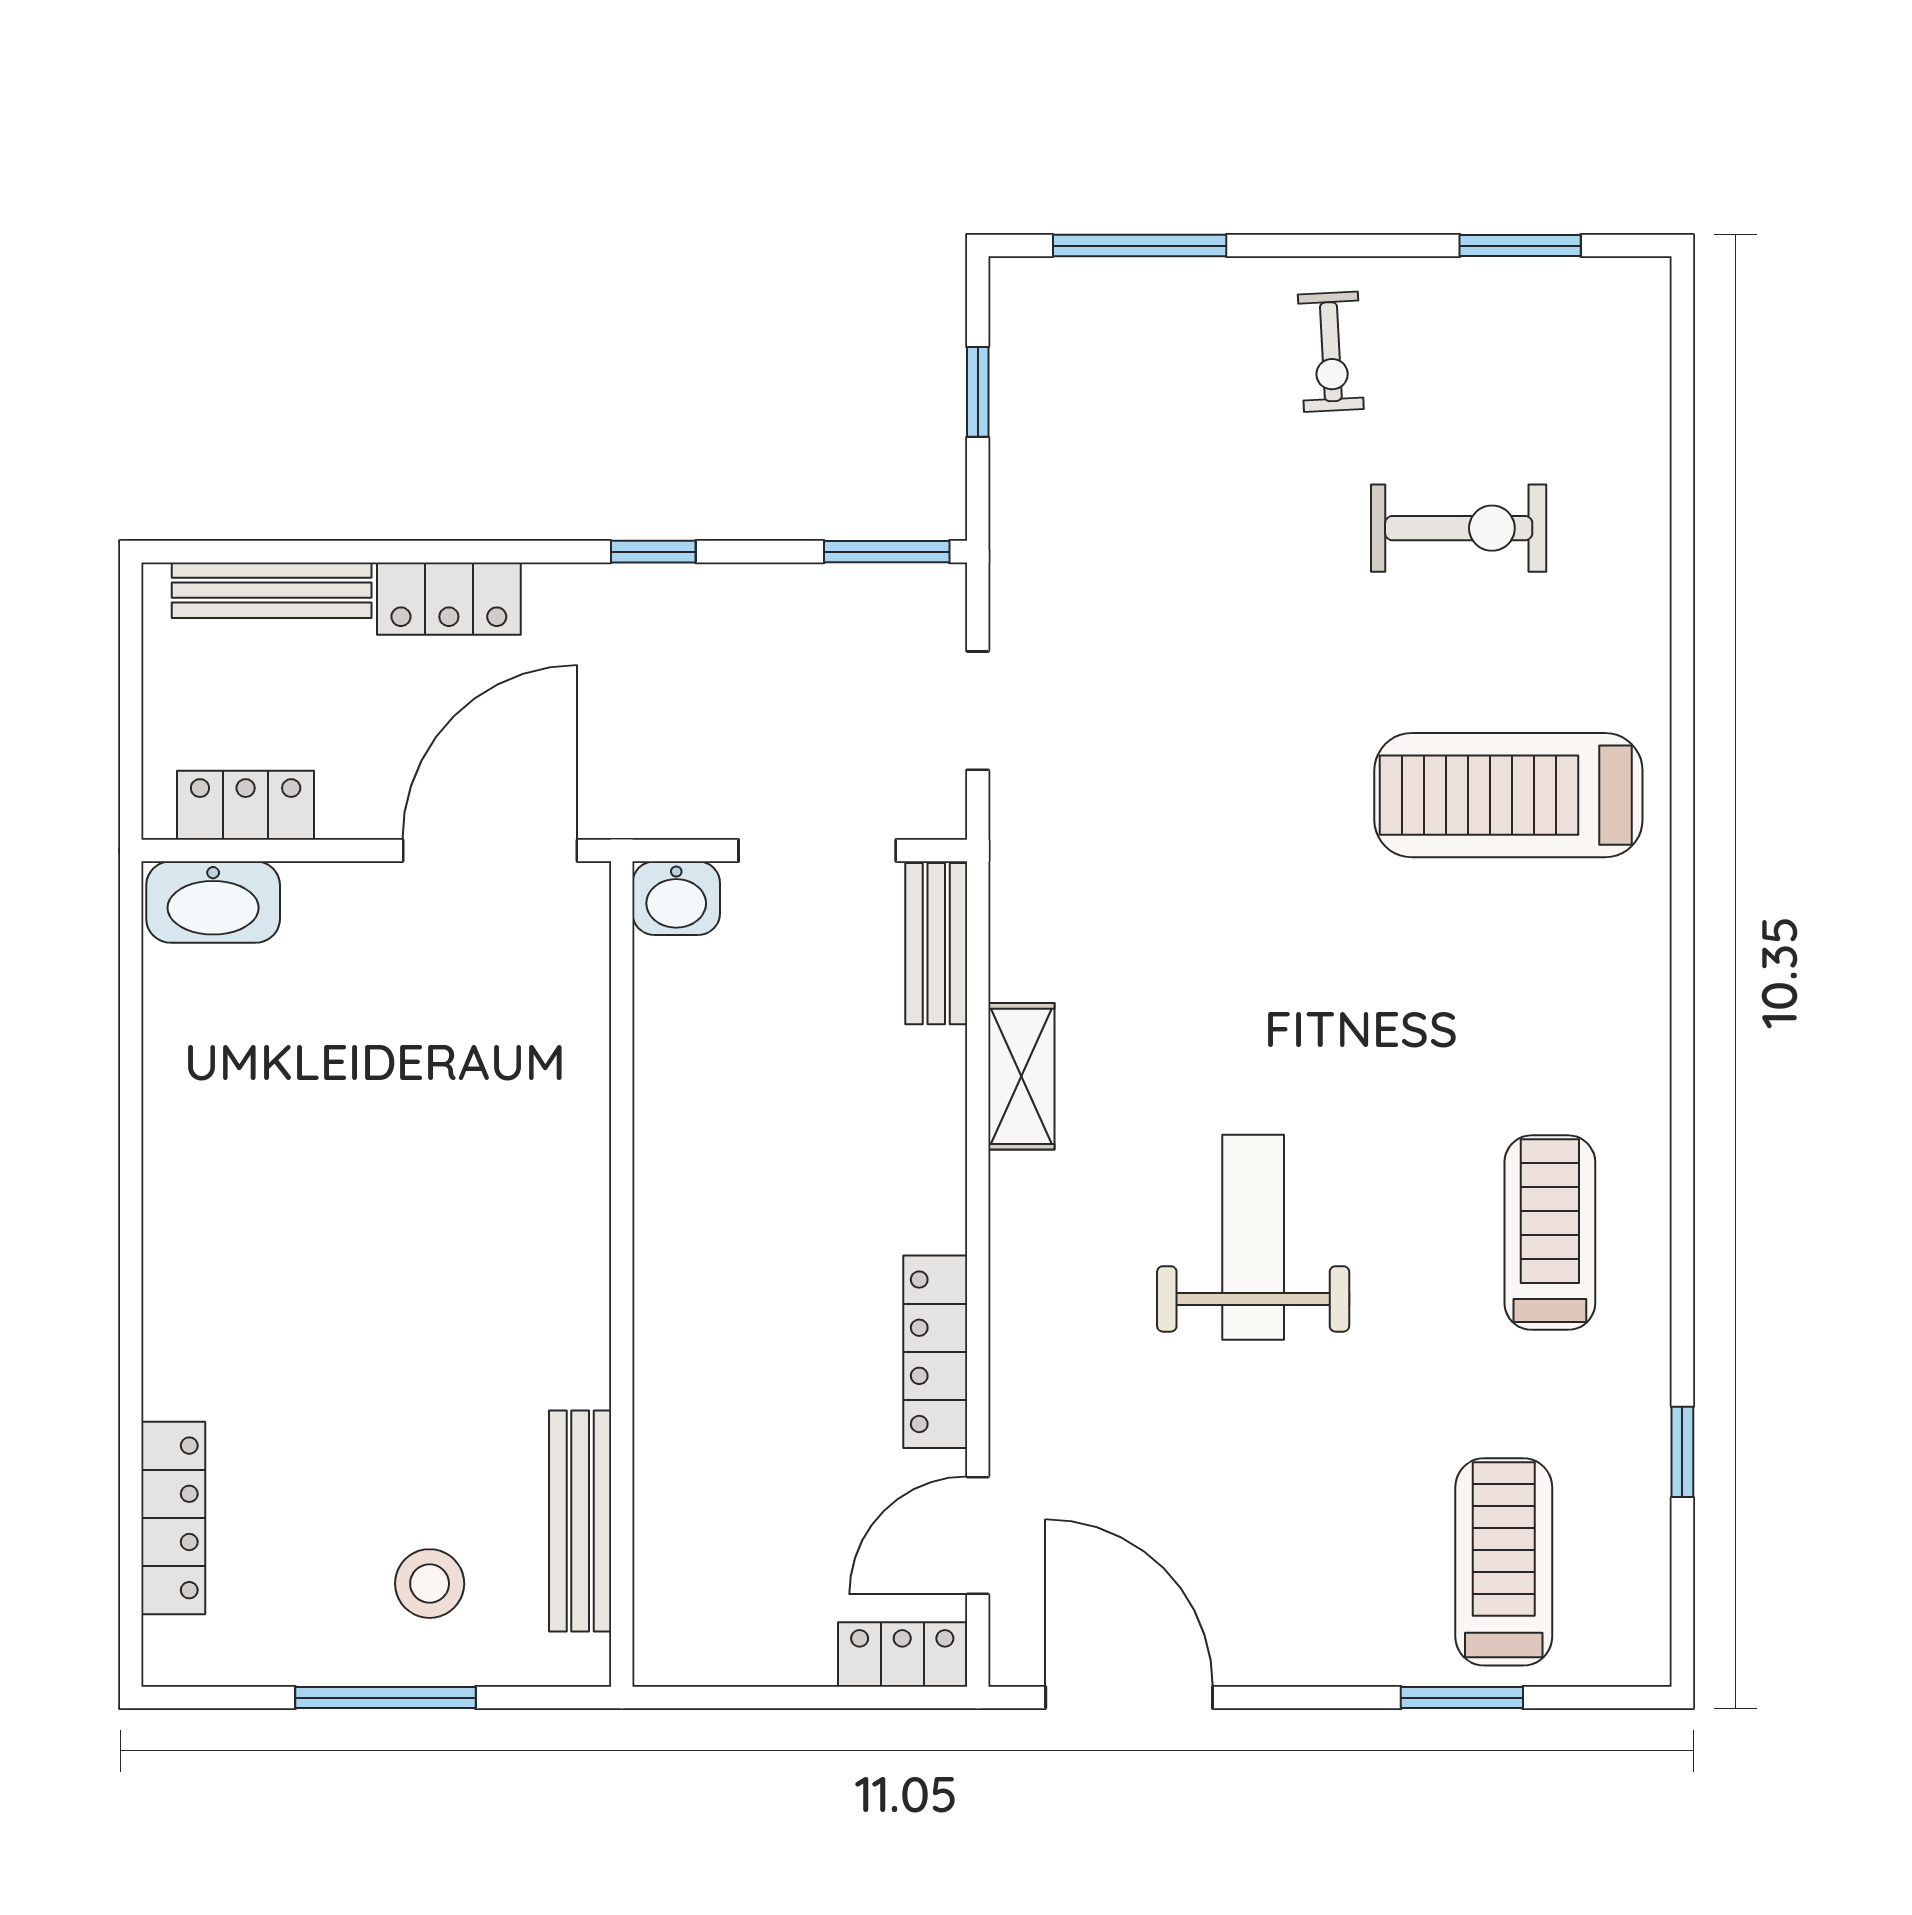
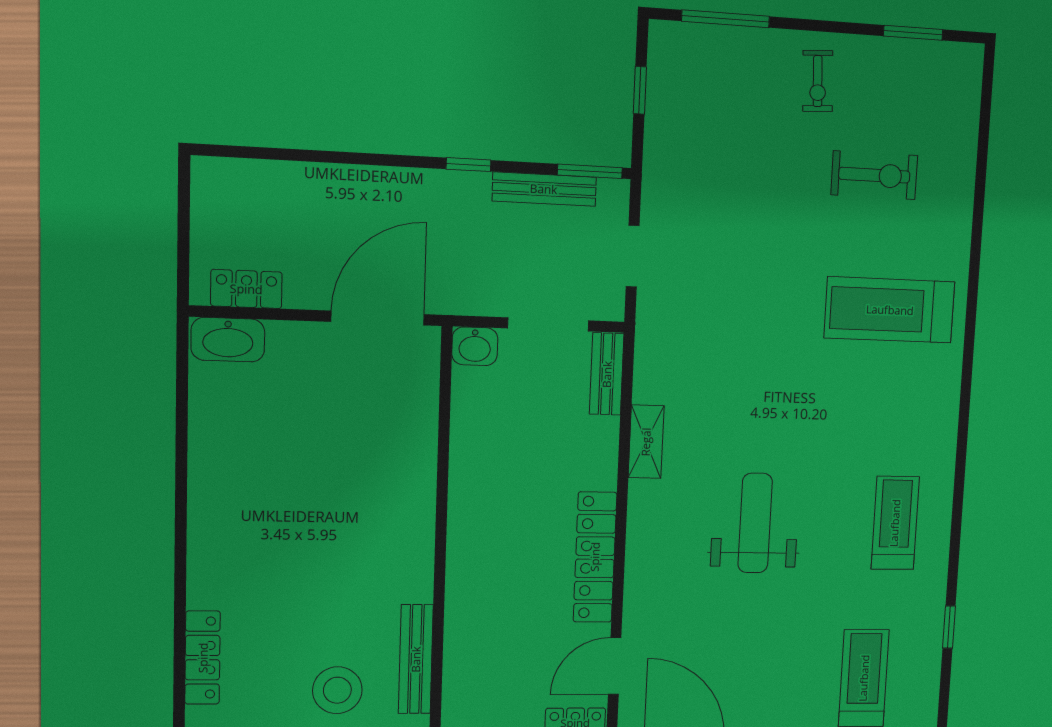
bench: (272, 590) -> (544, 189), moved
locker: (449, 599) -> (359, 184), removed
locker: (935, 1352) -> (595, 557), width x1.41, depth x1.21
stool: (430, 1584) -> (337, 690), width x1.38, depth x1.38

